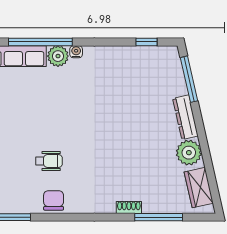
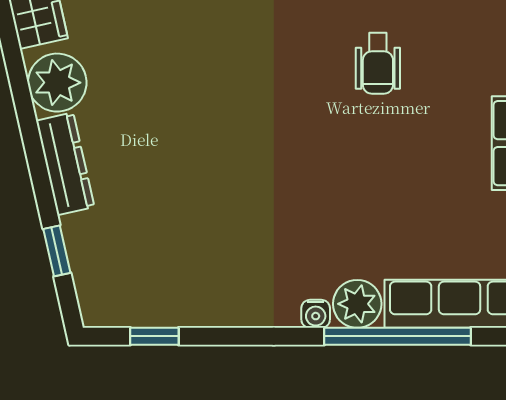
window: (189, 79) -> (57, 251), width x0.46
wheelchair: (49, 161) -> (378, 63), turned -90

